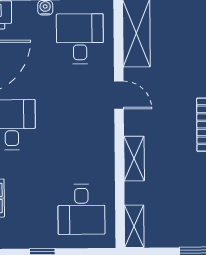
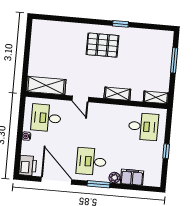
door: (119, 95) -> (80, 99), swing flipped

